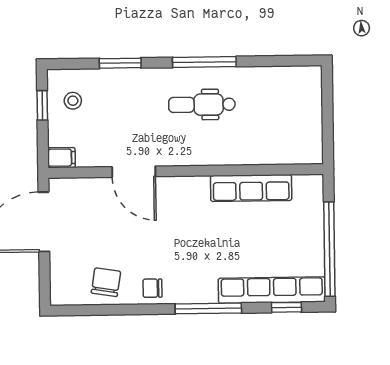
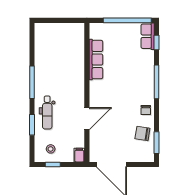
dental chair: (202, 105) -> (47, 113), moved
row of seats: (272, 290) -> (148, 36), width x0.50
window: (88, 310) -> (156, 143), added

